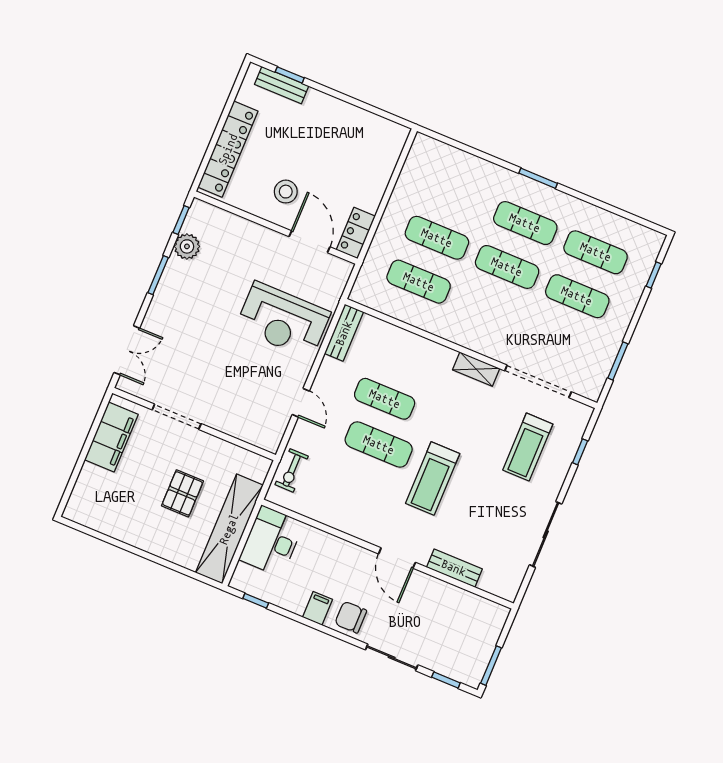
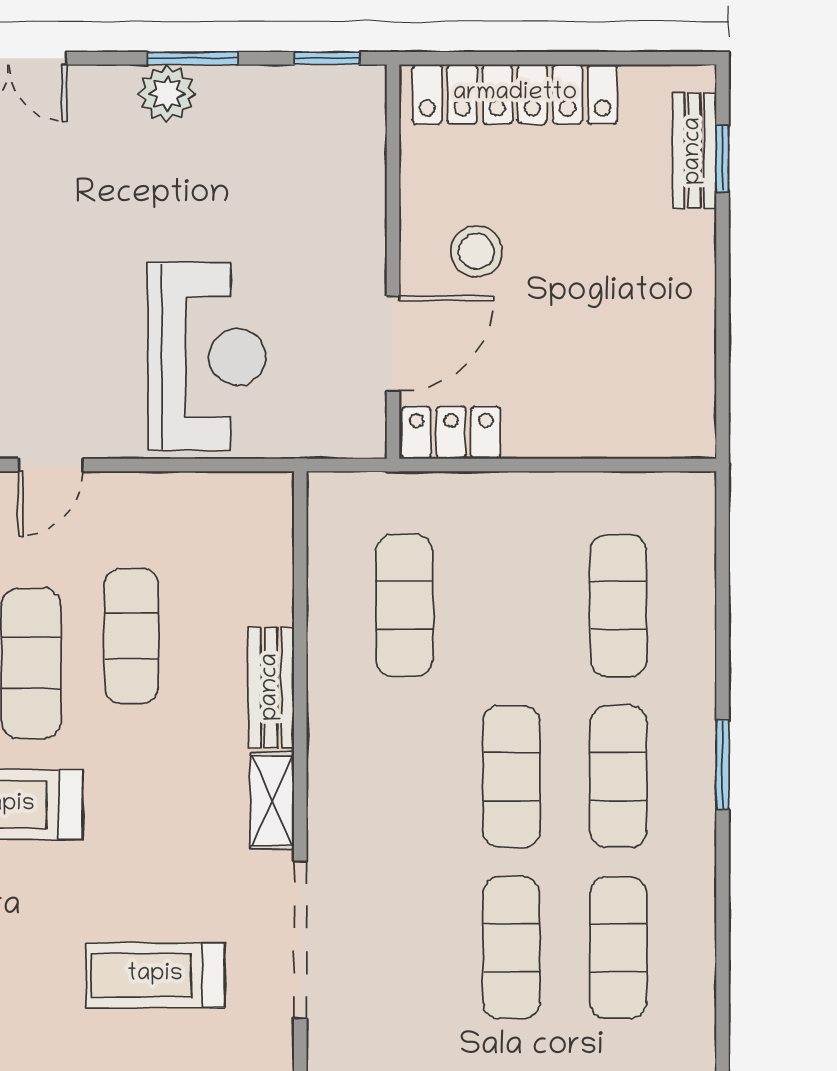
exercise mat: (437, 238) -> (618, 605), moved
plant: (187, 246) -> (167, 93), moved
reception desk: (283, 320) -> (207, 357), turned 180
bench: (344, 333) -> (271, 687), moved, turned 90

